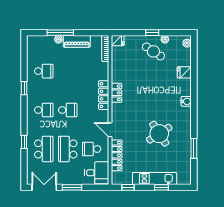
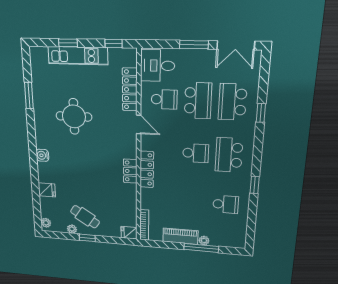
school desk: (44, 71) -> (226, 204), turned 180
school desk: (44, 110) -> (229, 155), width x1.85
school desk: (68, 110) -> (196, 153), turned 180
round table: (159, 134) -> (74, 116), turned 33

